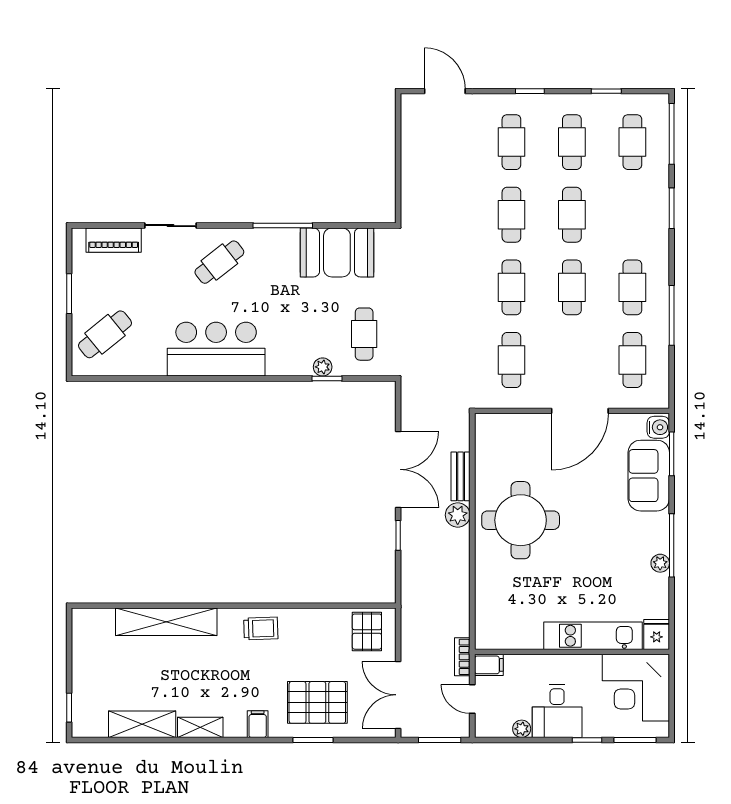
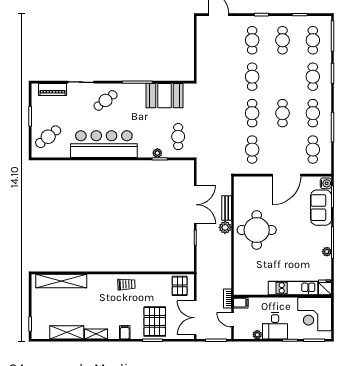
cafe table: (572, 215) -> (313, 77), moved
bar counter: (216, 349) -> (104, 144), width x1.36
shelving: (166, 622) -> (61, 281), moved
pallet: (317, 702) -> (155, 321), turned 90

